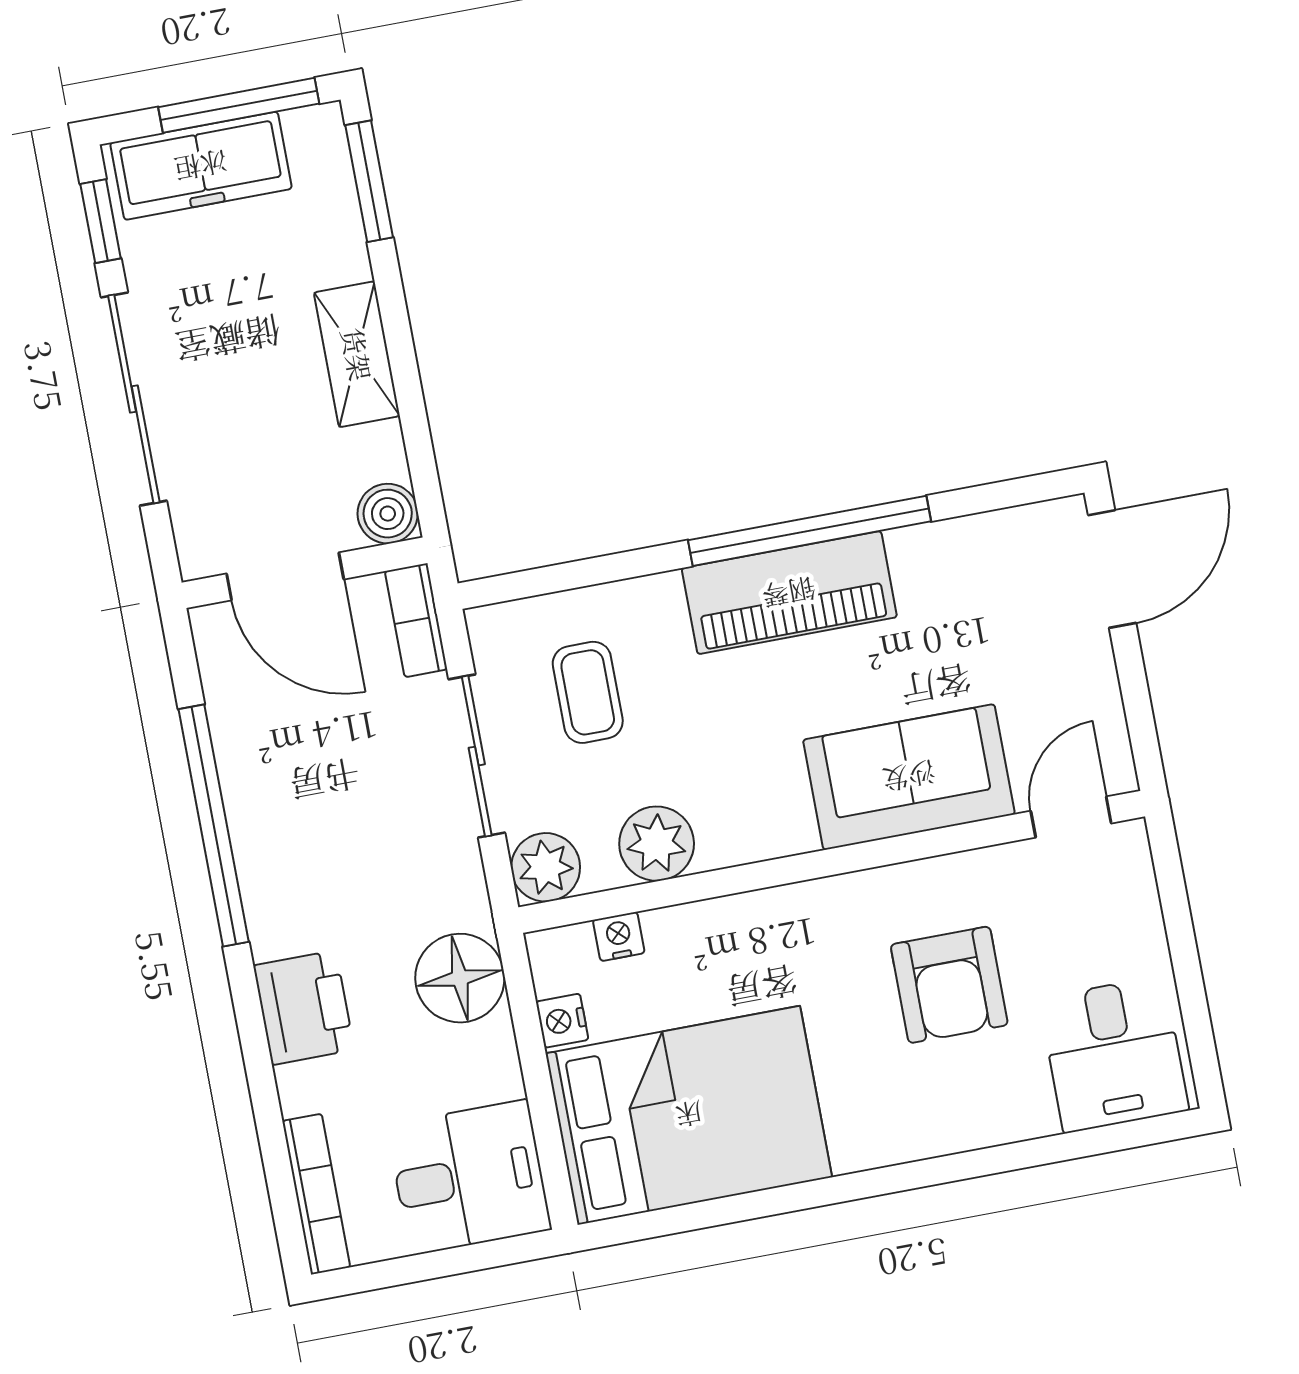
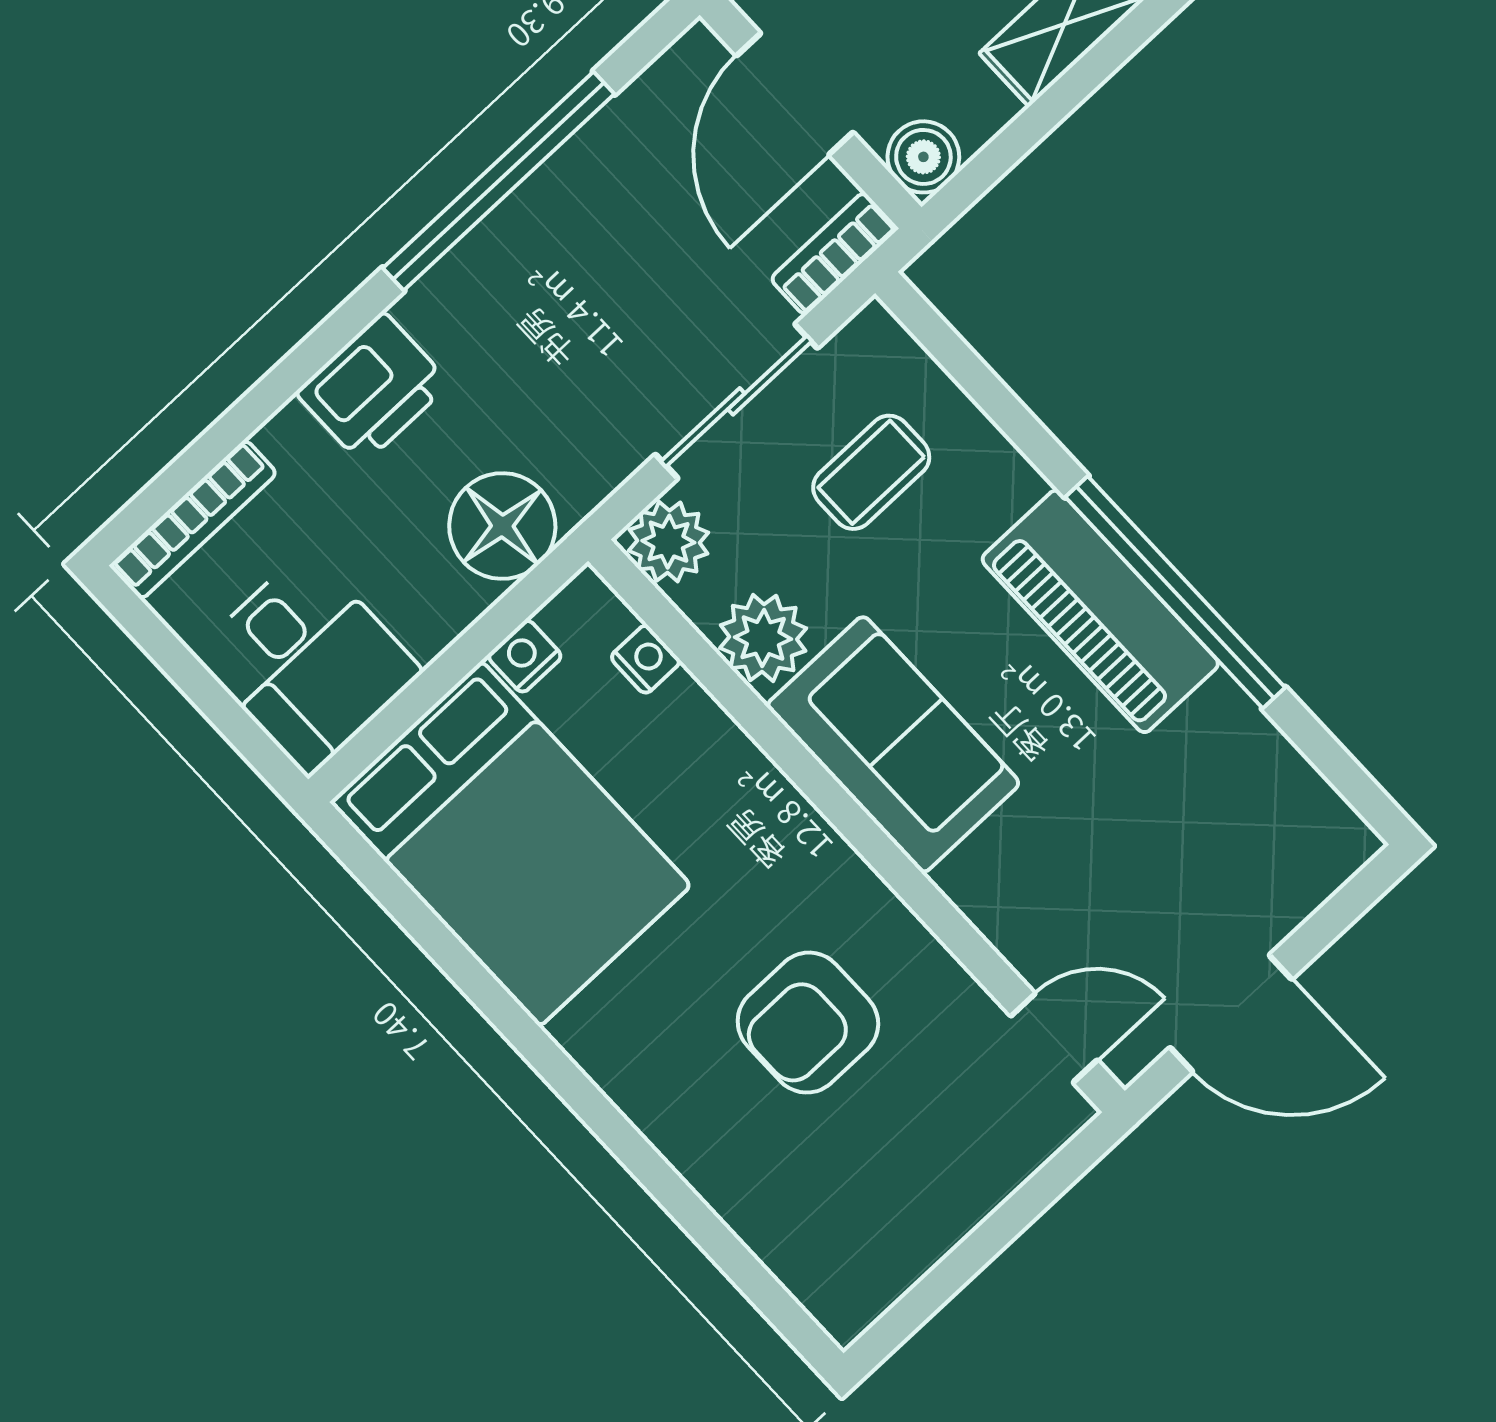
door: (1112, 569) -> (1231, 1013), moved
sofa: (909, 777) -> (893, 744), moved
desk: (1114, 1054) -> (843, 1232), removed

